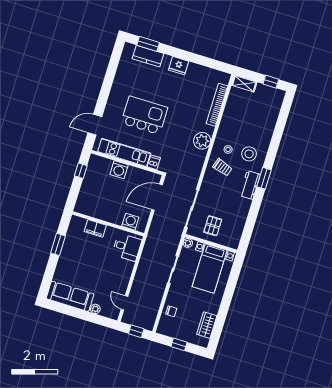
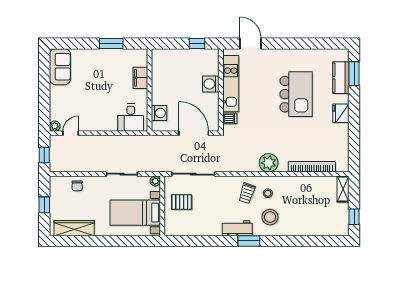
kitchen island: (144, 115) -> (296, 94), moved
sofa: (70, 296) -> (60, 67), width x0.73
plant: (95, 309) -> (55, 126), moved
wardrobe: (207, 325) -> (74, 228), width x1.50

